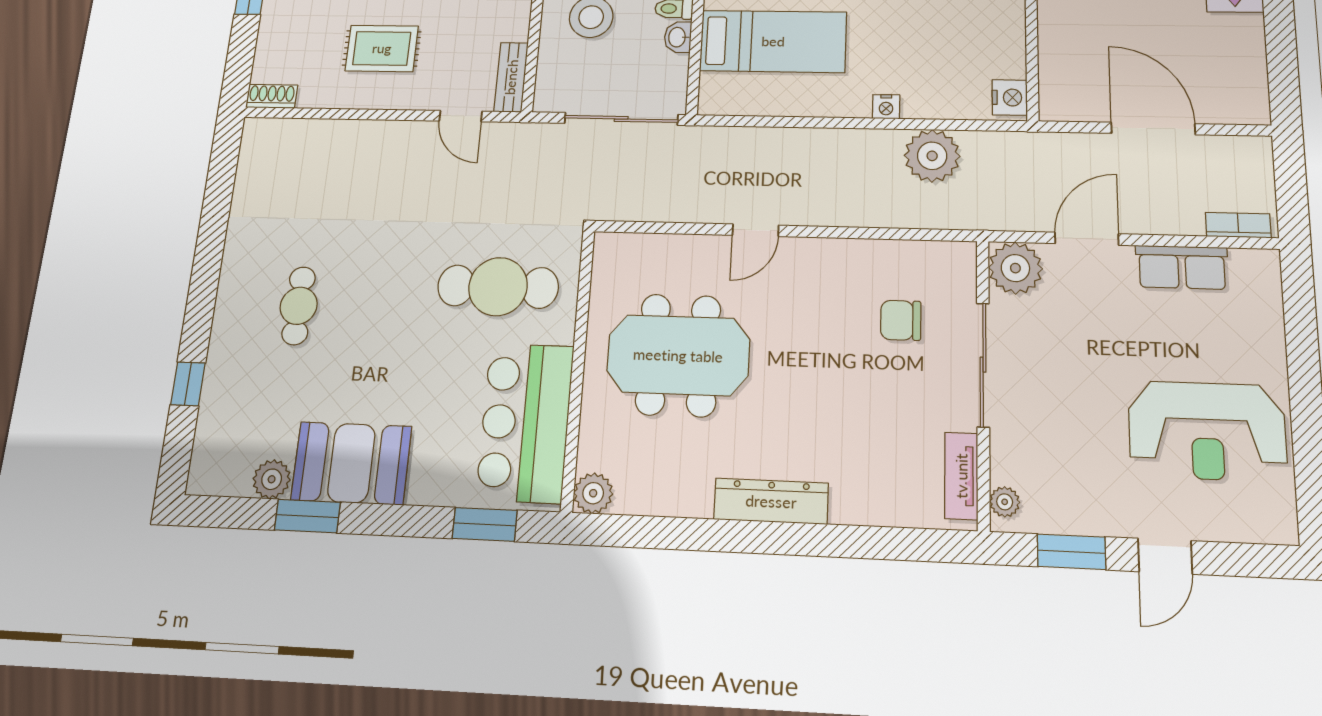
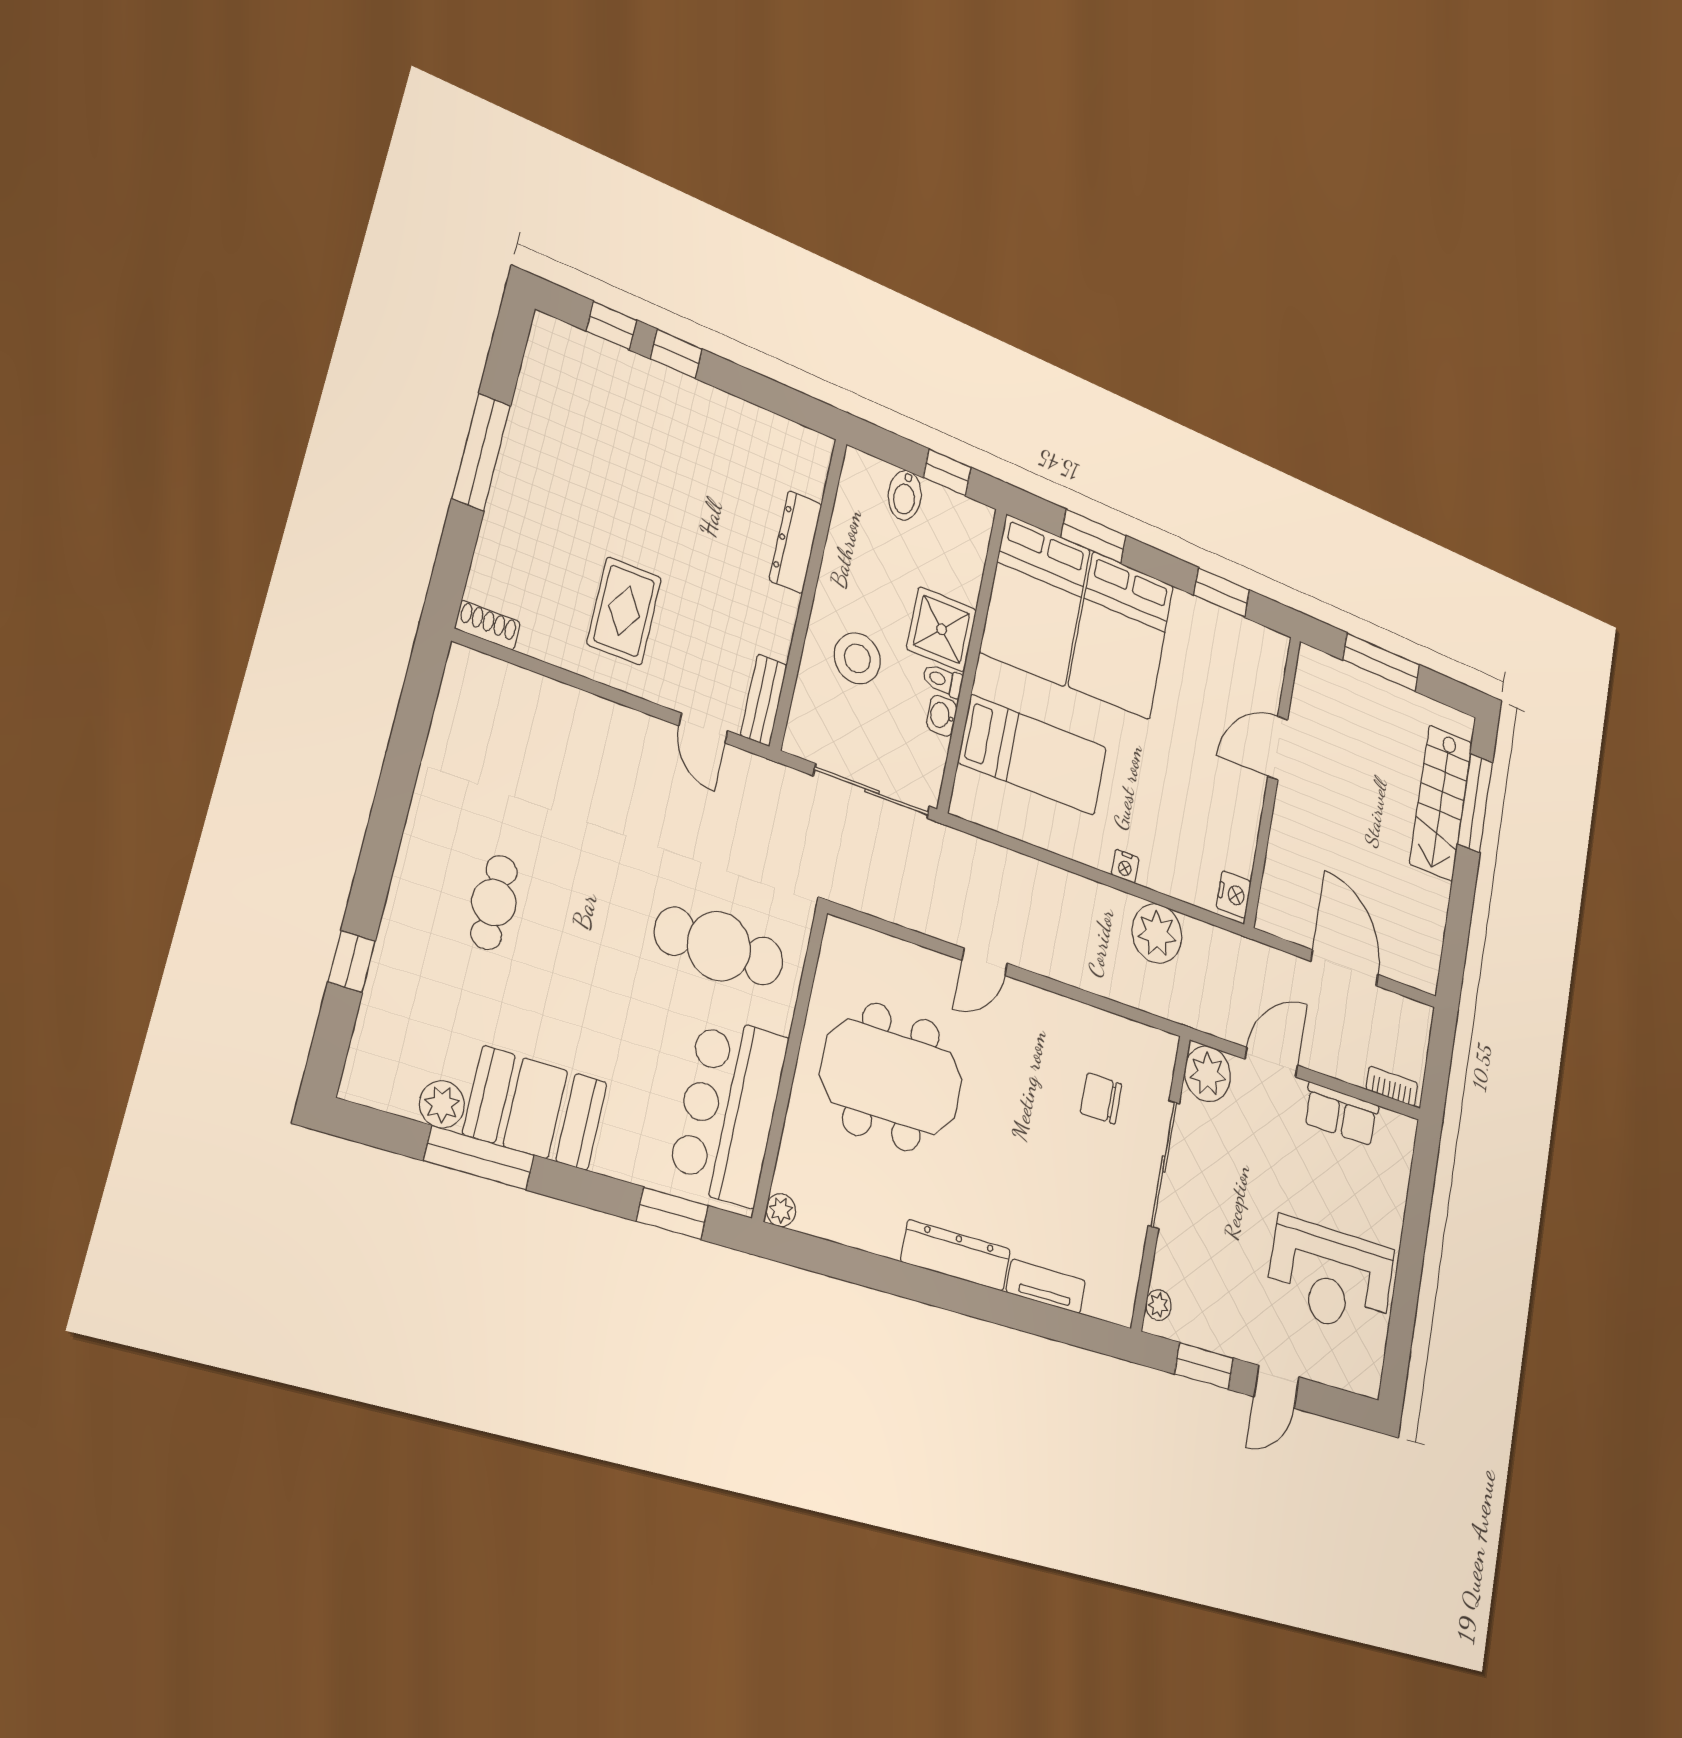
rug: (382, 48) -> (624, 611), turned 90
tv unit: (961, 476) -> (1046, 1286), moved, turned 90
plant: (593, 493) -> (781, 1210), width x0.73, depth x0.73
window: (307, 516) -> (479, 1158), width x1.44

